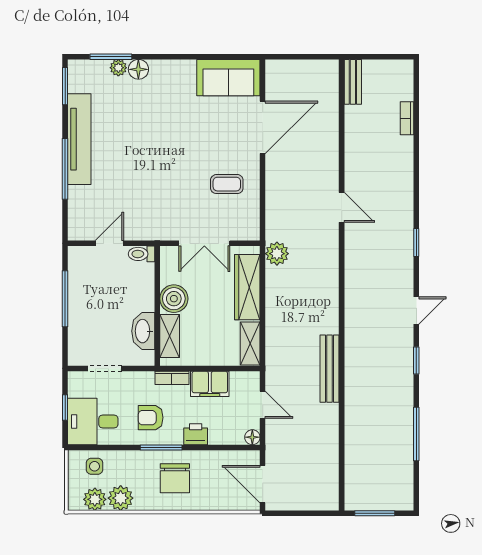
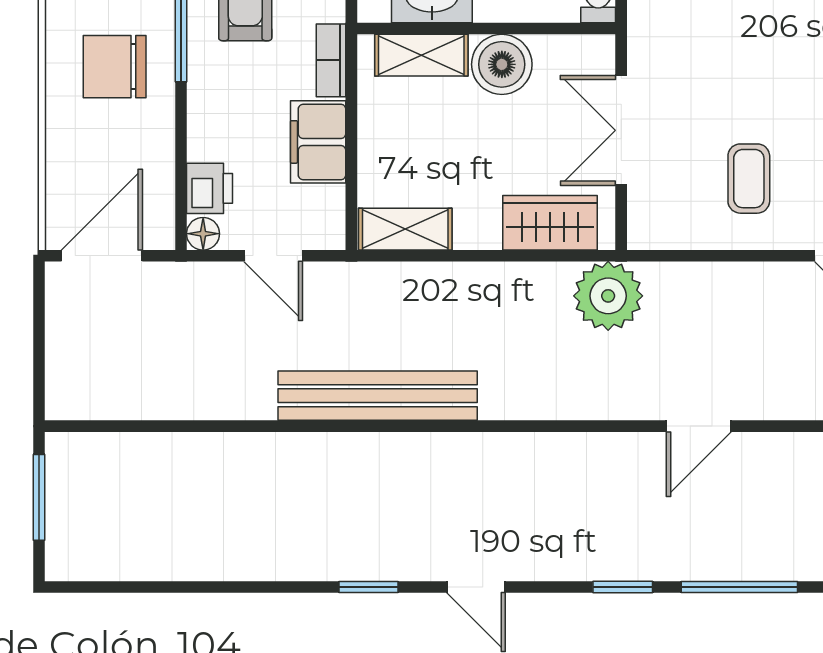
plant: (277, 254) -> (608, 296), width x1.36, depth x1.36
wardrobe: (247, 287) -> (550, 223), width x0.67
bench: (330, 369) -> (378, 396), width x1.37, depth x1.21
door: (263, 405) -> (273, 256), hinge flipped
printer: (196, 434) -> (210, 188), moved
window: (416, 434) -> (739, 587), moved

